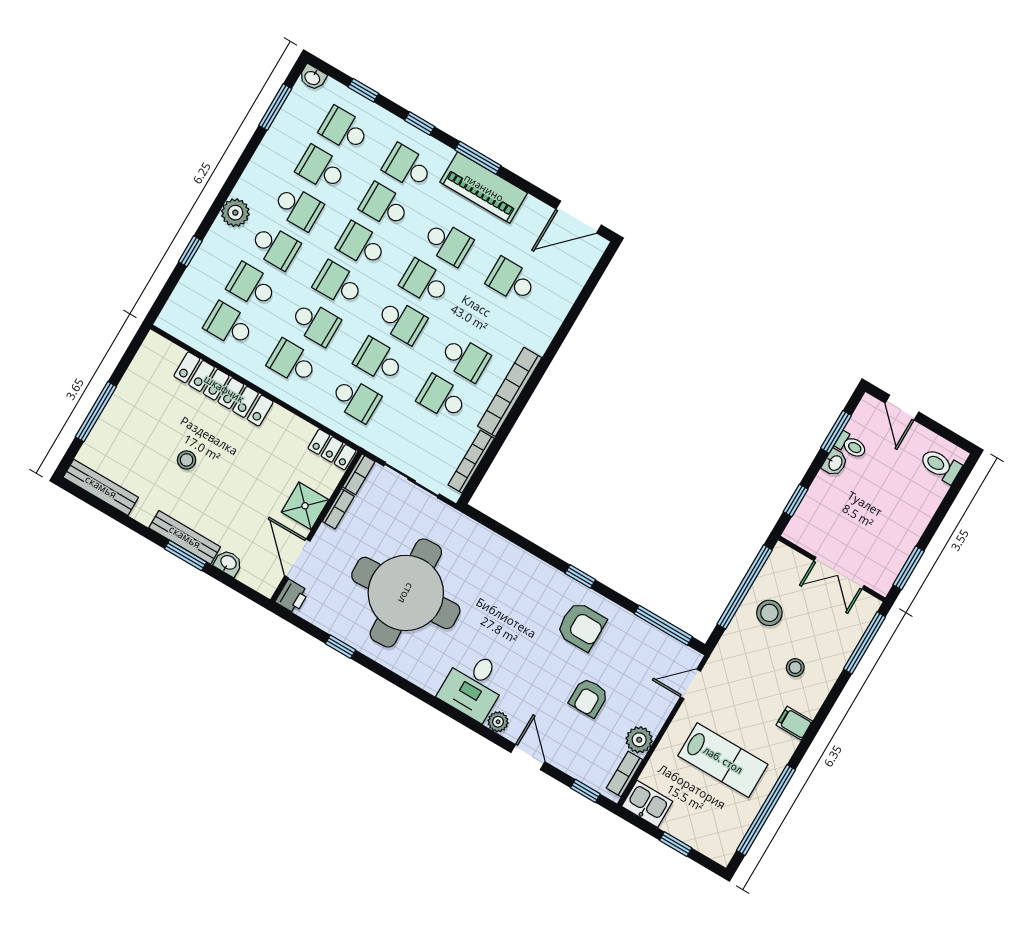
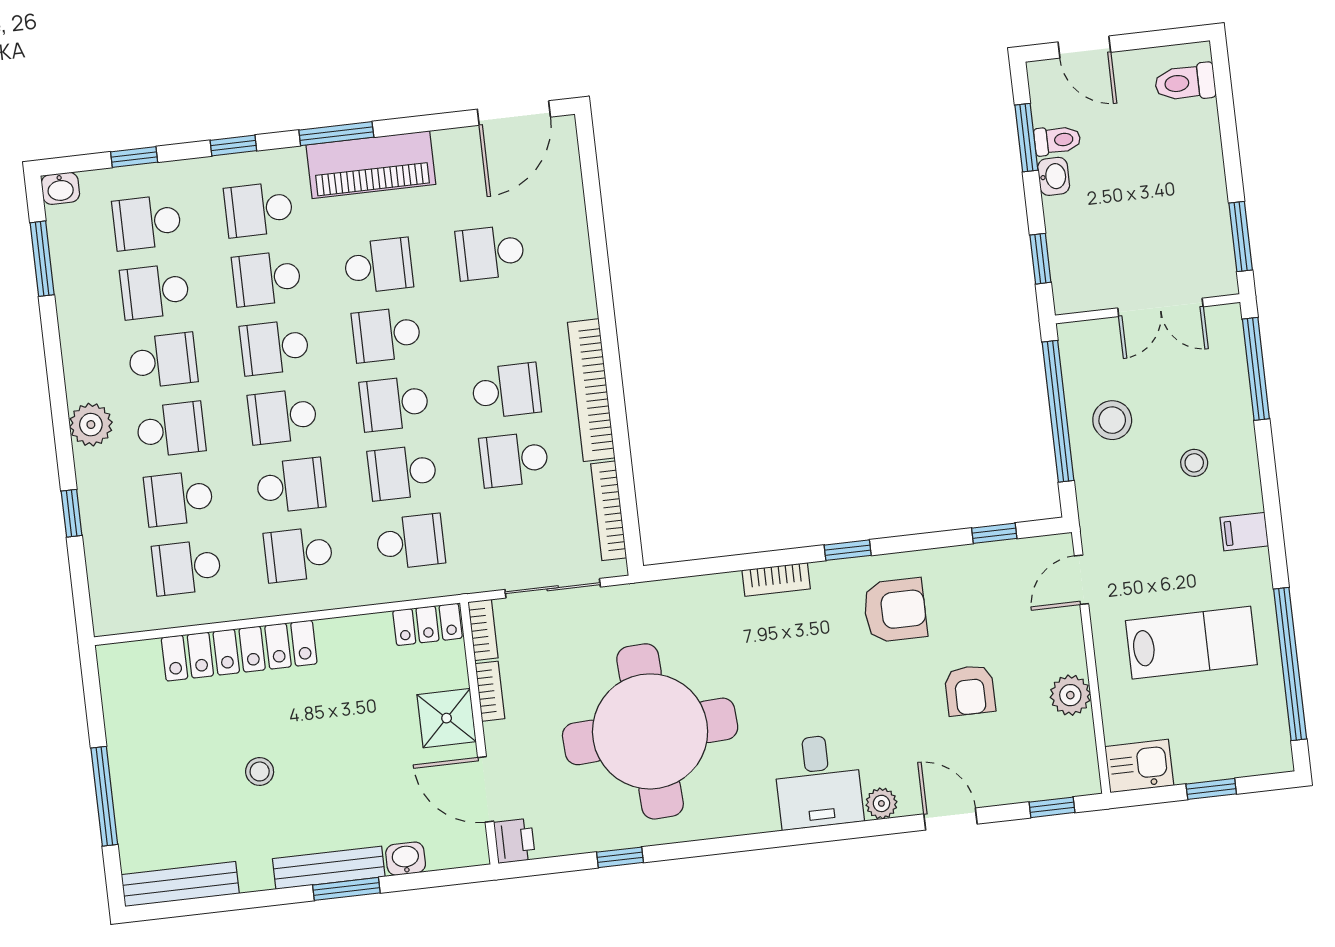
school desk: (402, 321) -> (394, 404), turned 180
window: (663, 625) -> (994, 533), width x0.46
bookcase: (625, 774) -> (776, 580), moved, turned -90

